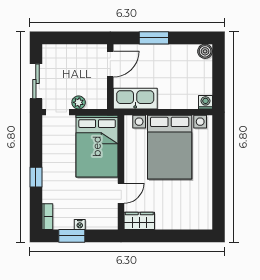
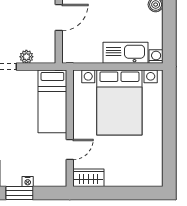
kitchen sink: (135, 99) -> (126, 53), moved
bed: (97, 146) -> (52, 101), width x0.67

